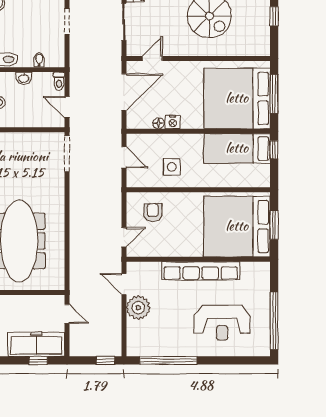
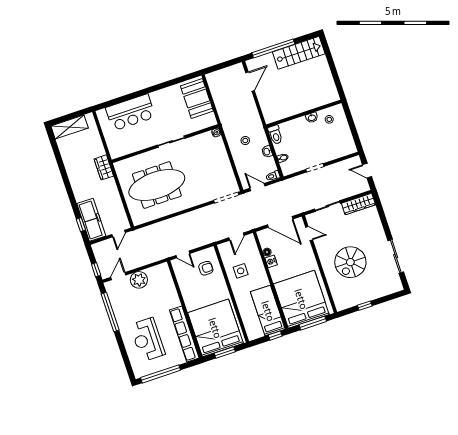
door: (67, 107) -> (257, 187), hinge flipped
row of seats: (201, 271) -> (184, 334), moved
door: (124, 284) -> (118, 276), moved

